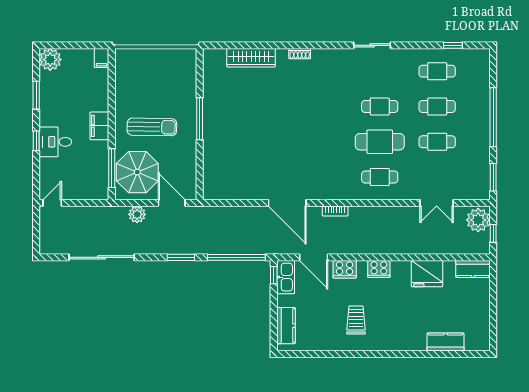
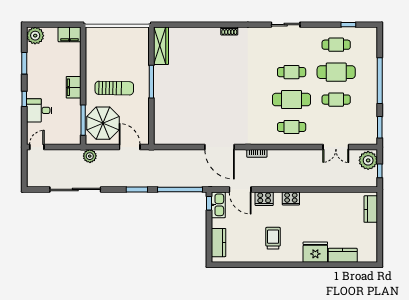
filing cabinet: (102, 58) -> (69, 34), width x2.00
wardrobe: (251, 58) -> (161, 46), moved, turned -90
cafe table: (437, 106) -> (336, 72), width x1.37, depth x1.35
desk: (55, 142) -> (39, 110), moved
plant: (137, 214) -> (90, 156), moved
kitchen counter: (473, 269) -> (371, 209), moved, turned 90
fridge: (427, 274) -> (315, 252), moved, turned 180

